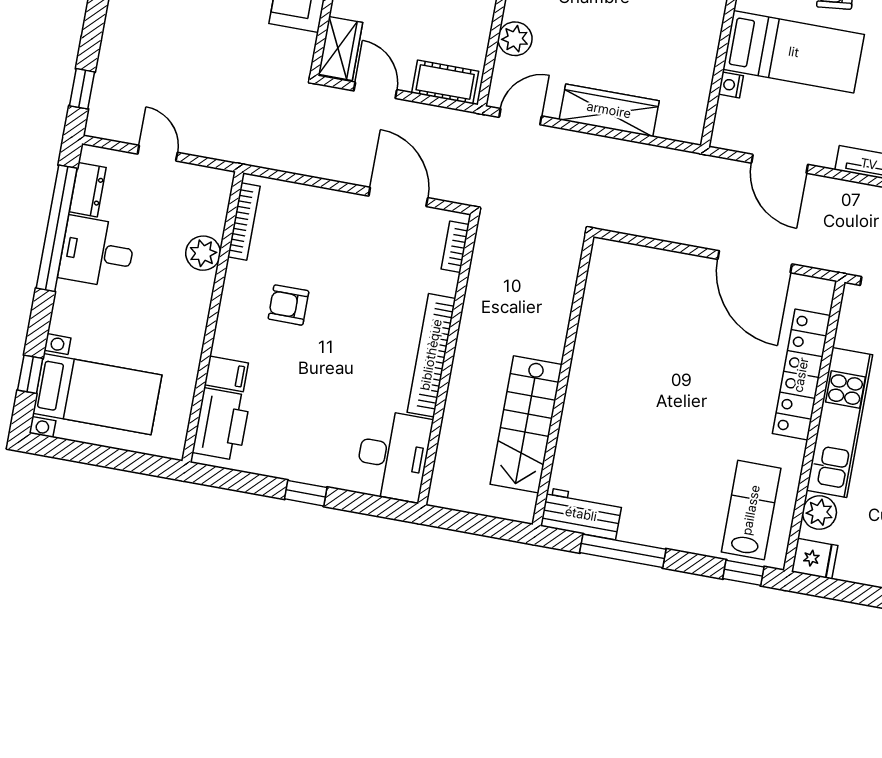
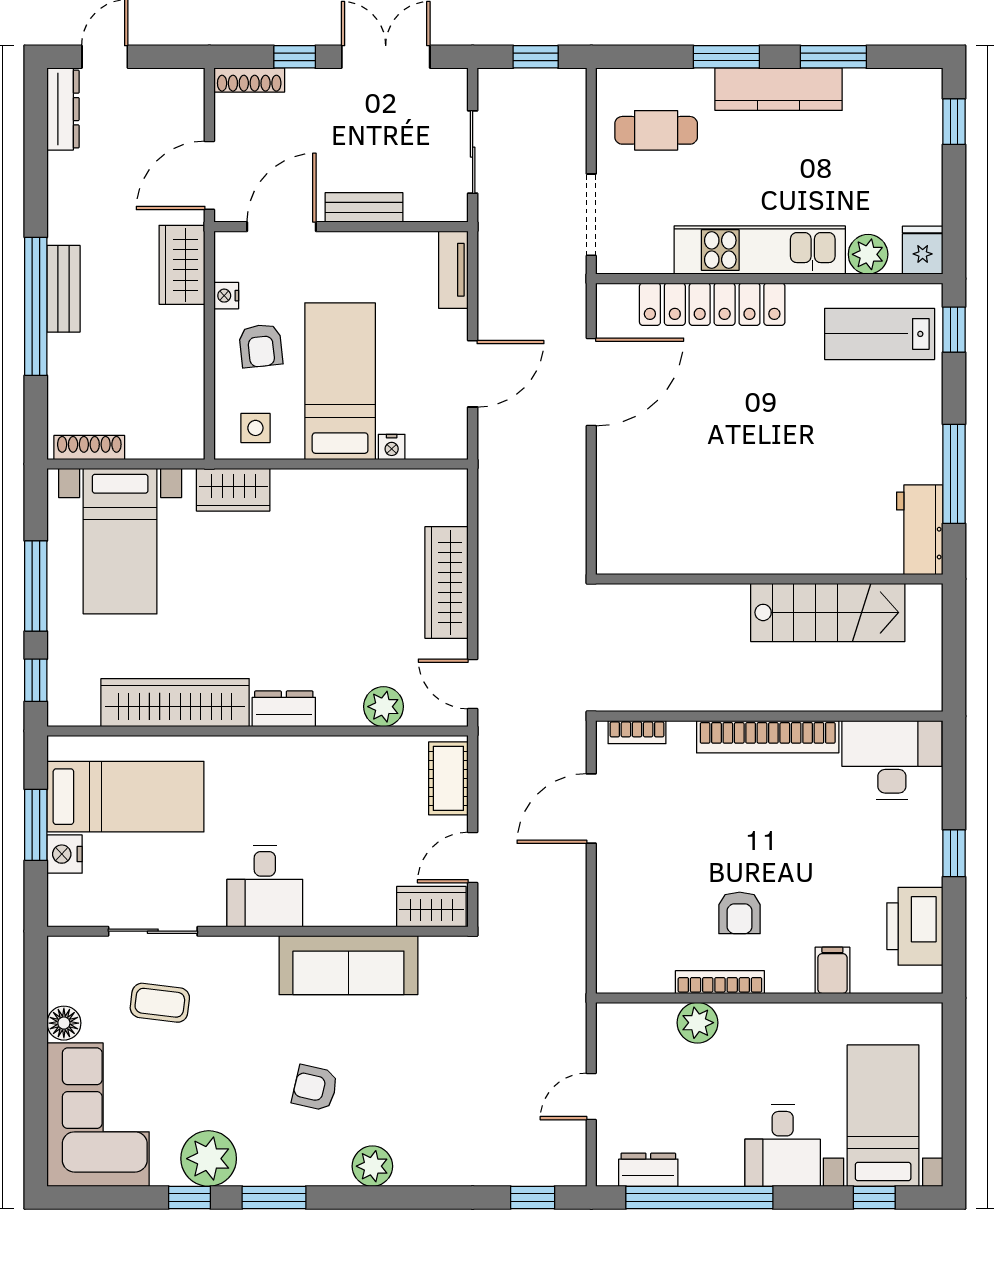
bookcase: (244, 221) -> (720, 982), moved
desk: (97, 252) -> (783, 1146), moved
printer: (221, 424) -> (915, 926), moved, turned -90

